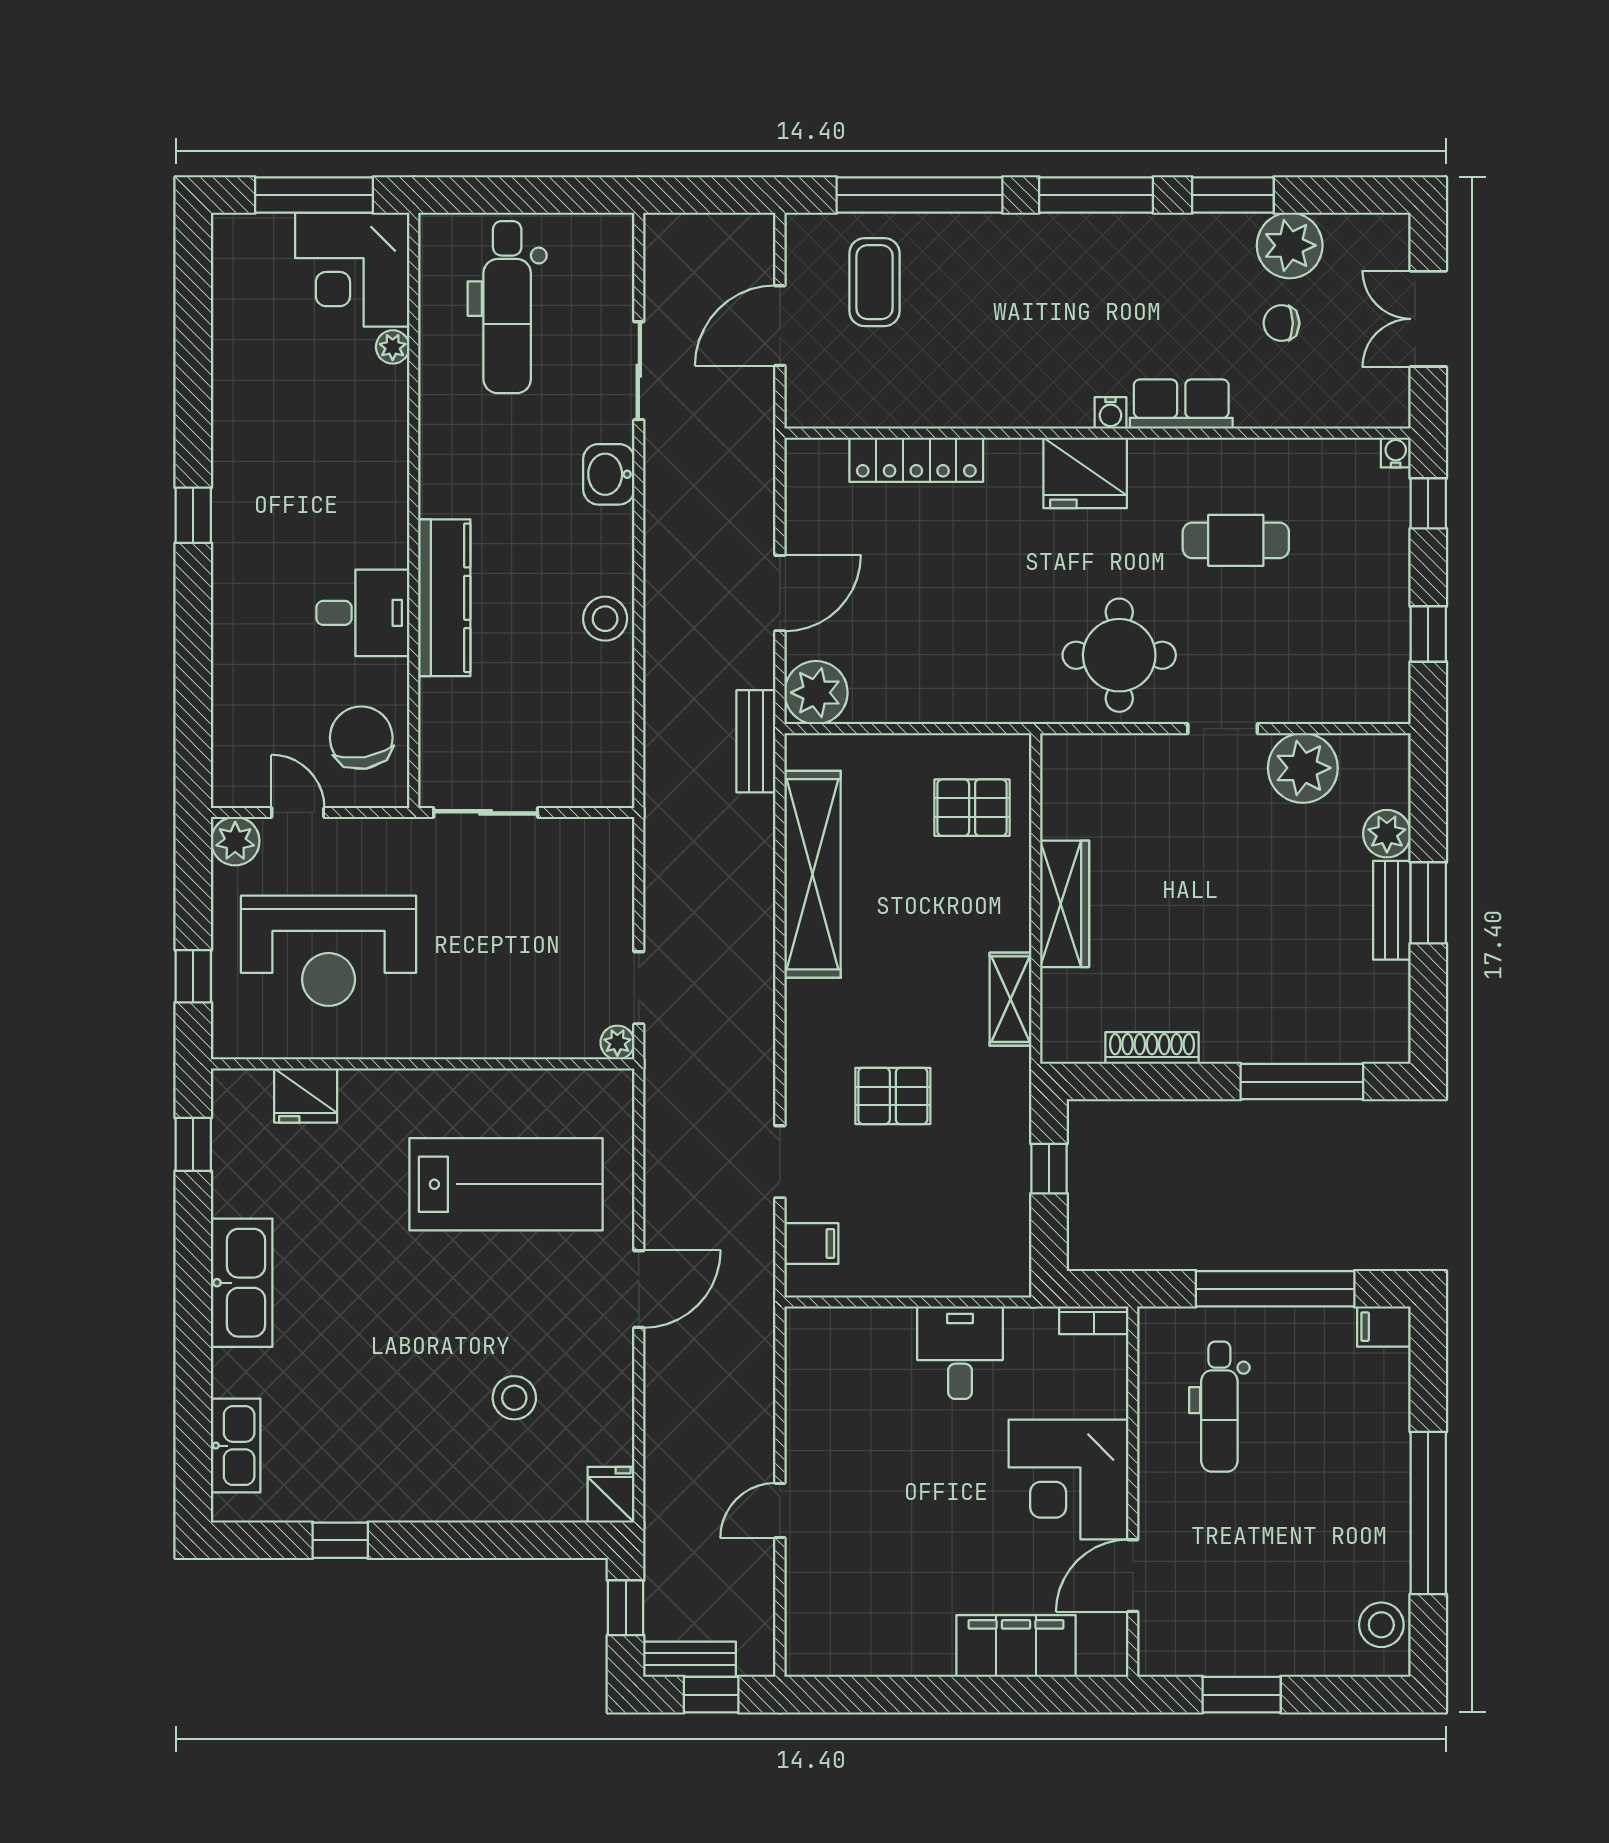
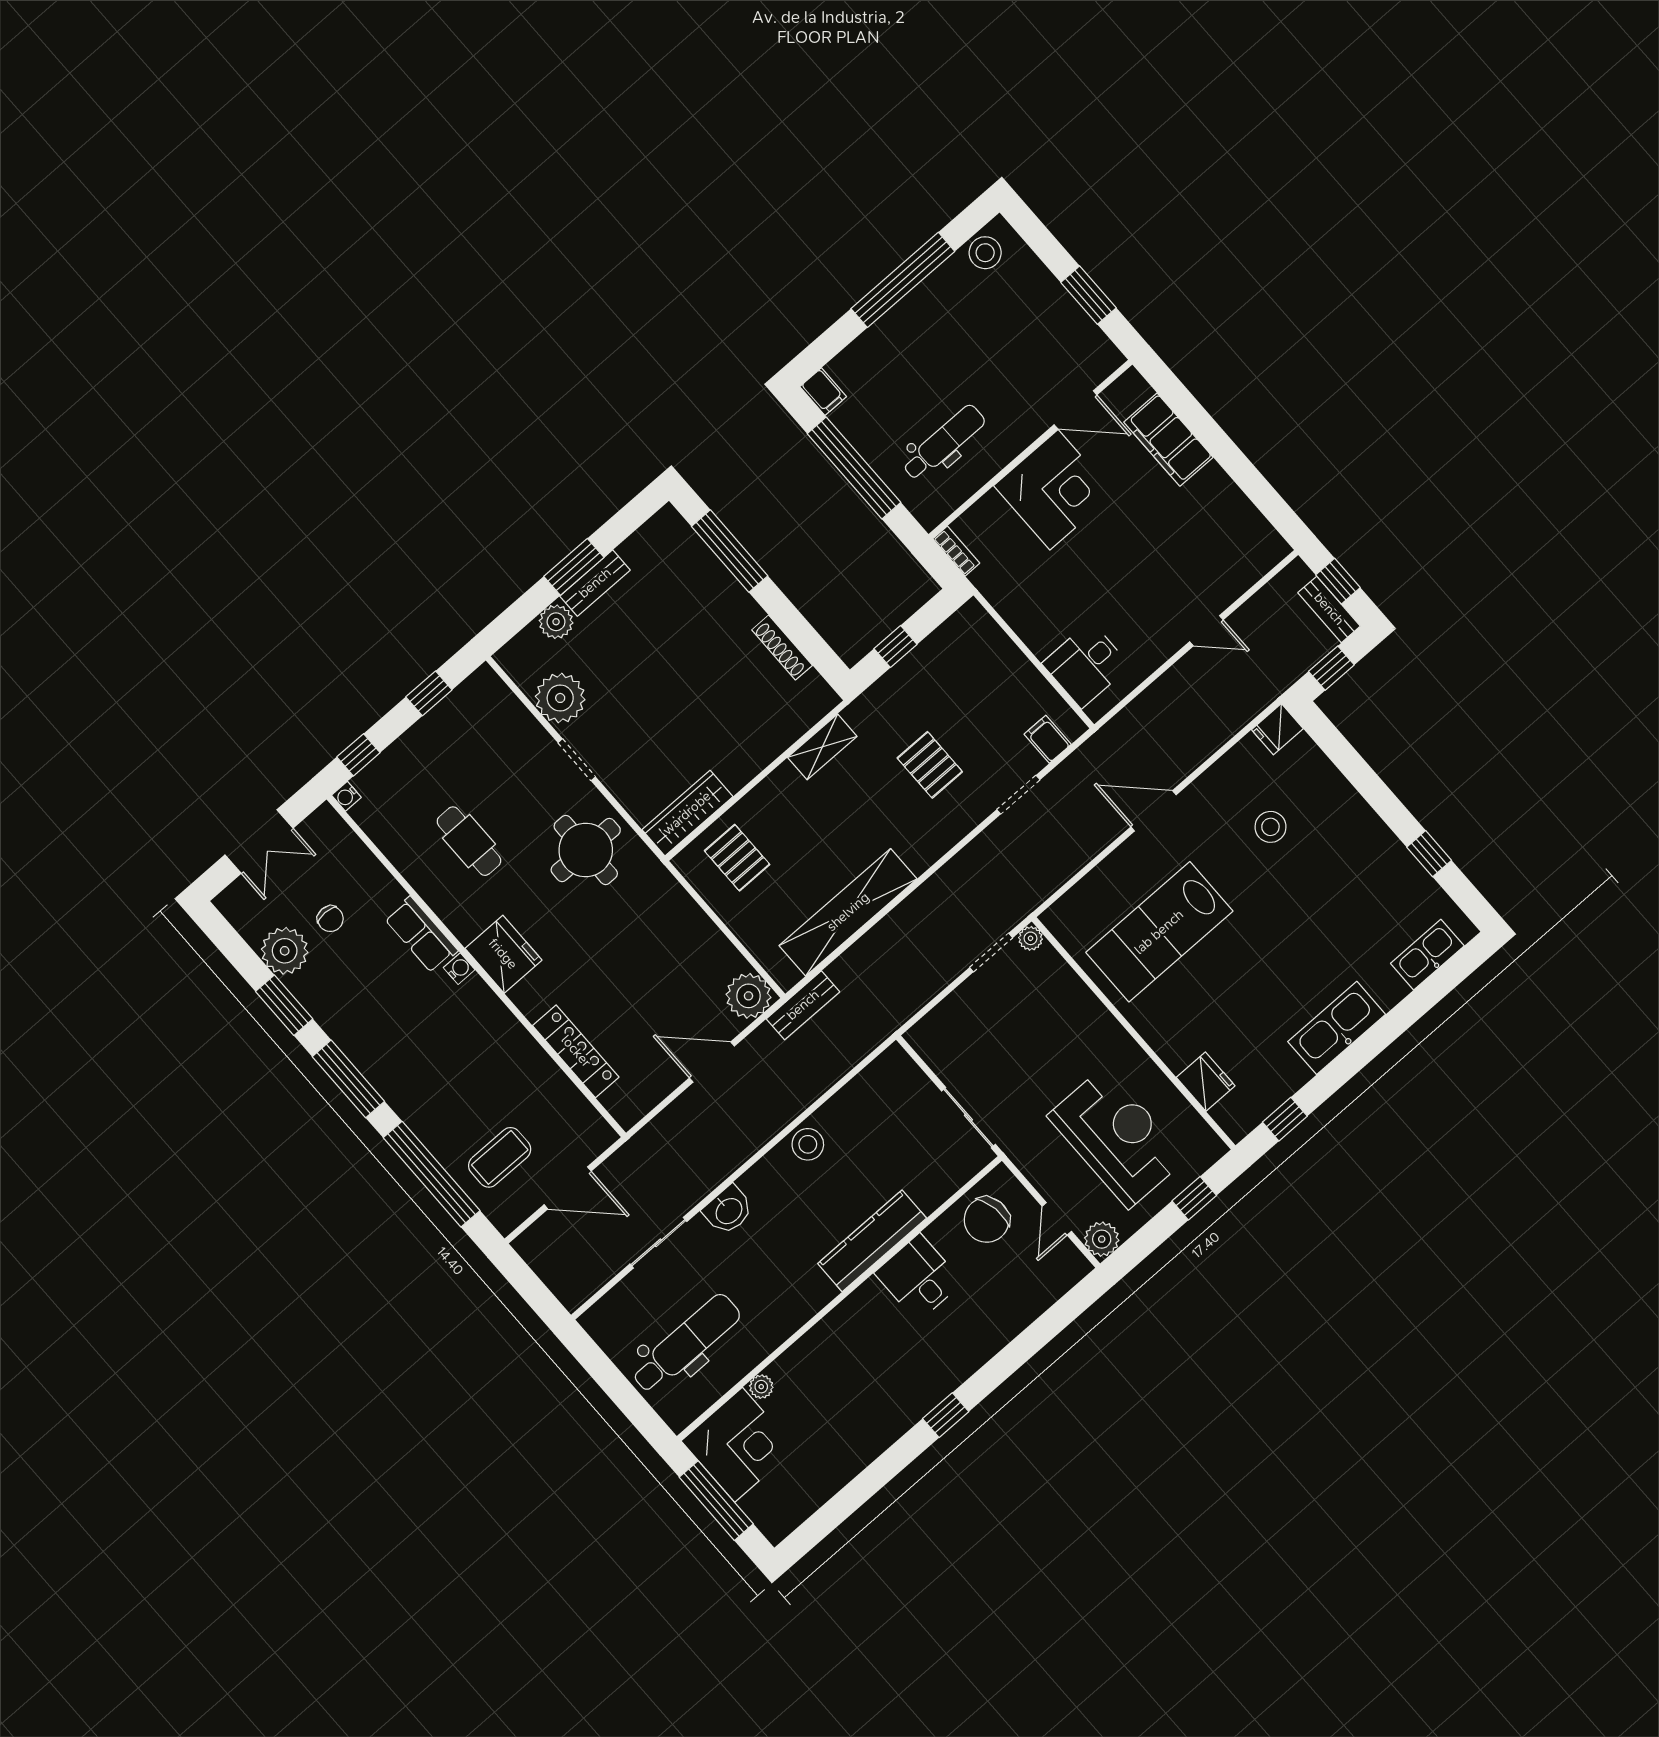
wardrobe: (1065, 904) -> (687, 813), moved
lab bench: (506, 1184) -> (1159, 932), turned -90
desk: (960, 1353) -> (1086, 665), moved

